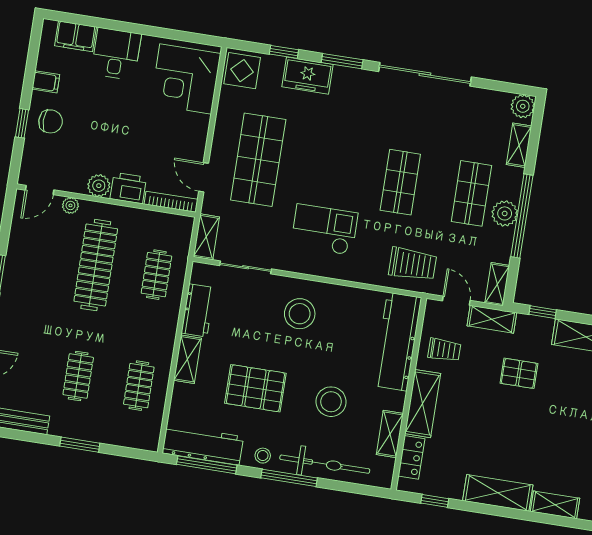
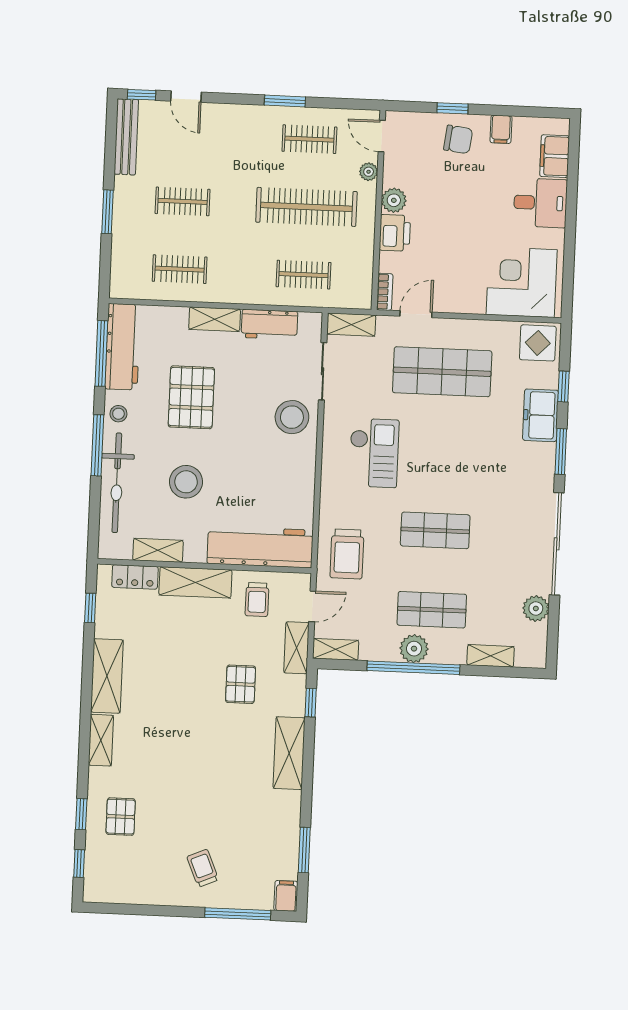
plant: (523, 106) -> (536, 608), moved
chair: (51, 121) -> (458, 139), turned -83
bookcase: (171, 202) -> (385, 292), width x0.64
clothes rail: (35, 255) -> (309, 139), added
stool: (300, 314) -> (292, 417), moved

